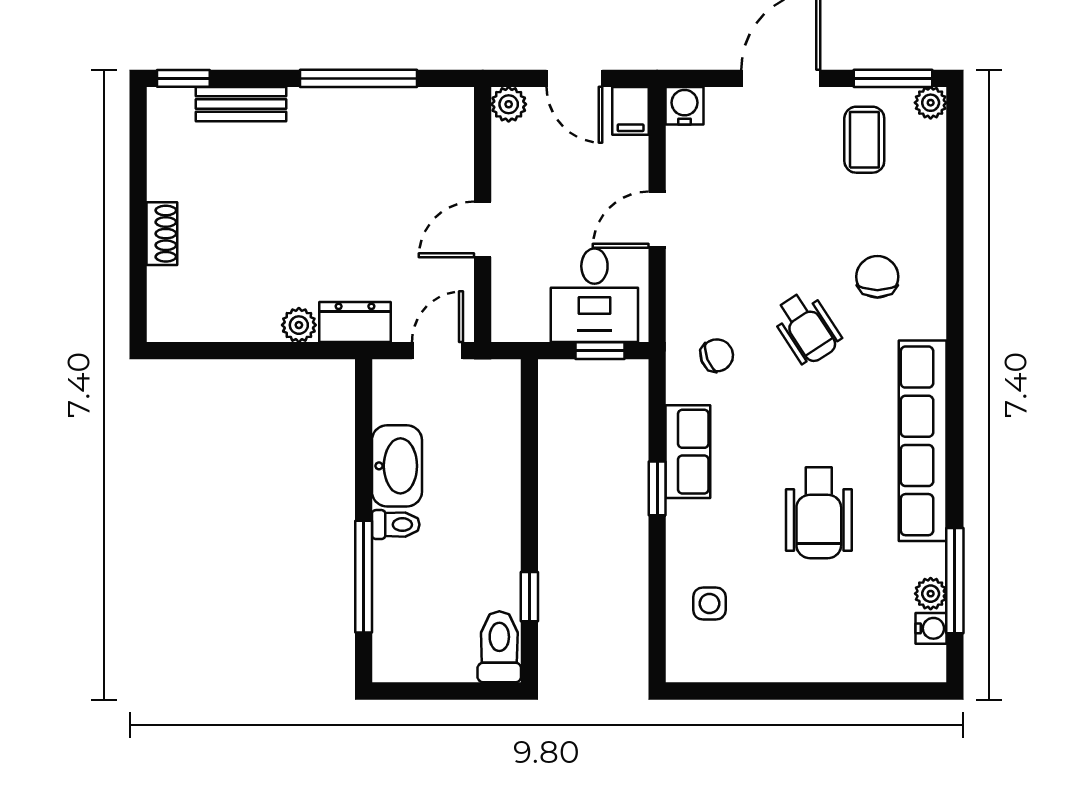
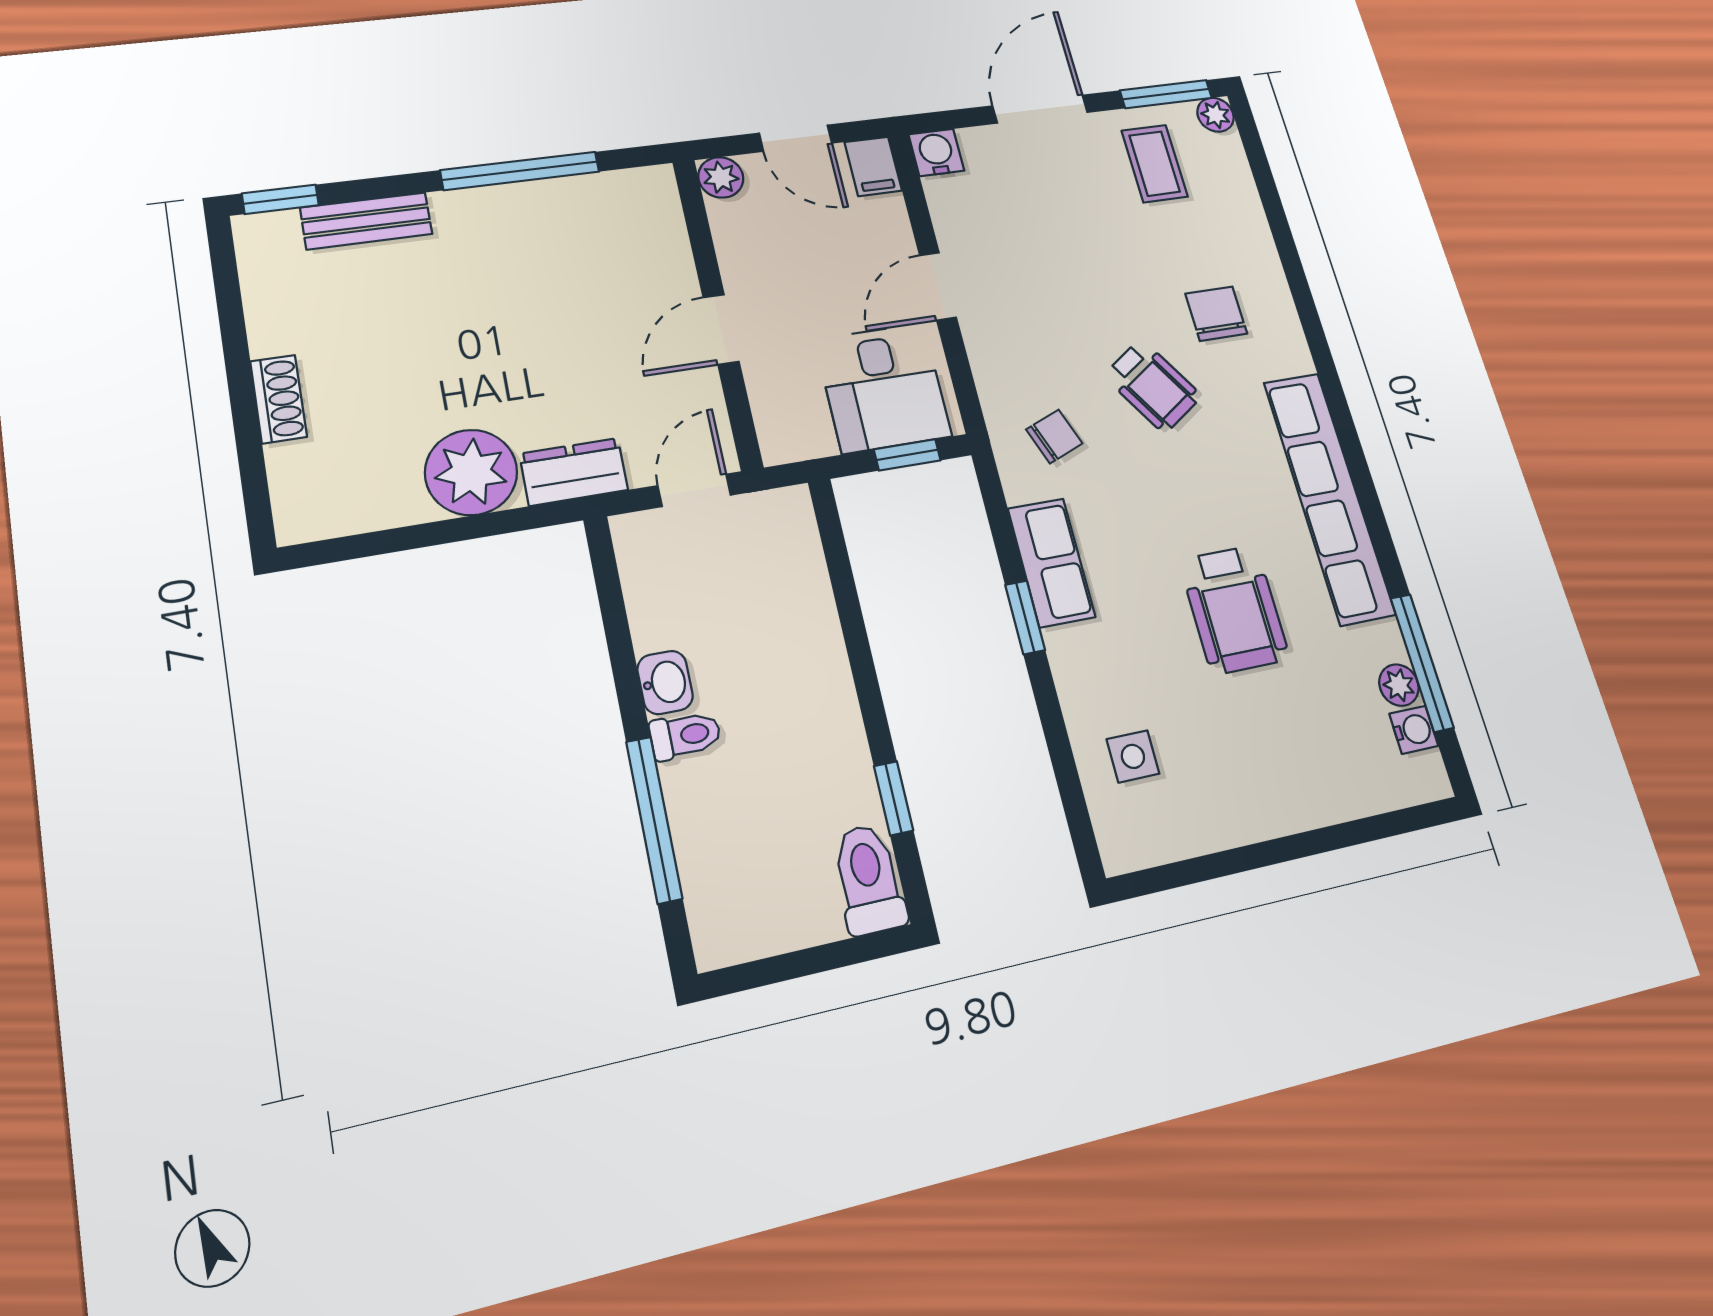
plant: (299, 325) -> (471, 472), width x1.88, depth x1.88
washbasin: (397, 466) -> (665, 682), width x0.52, depth x0.69

